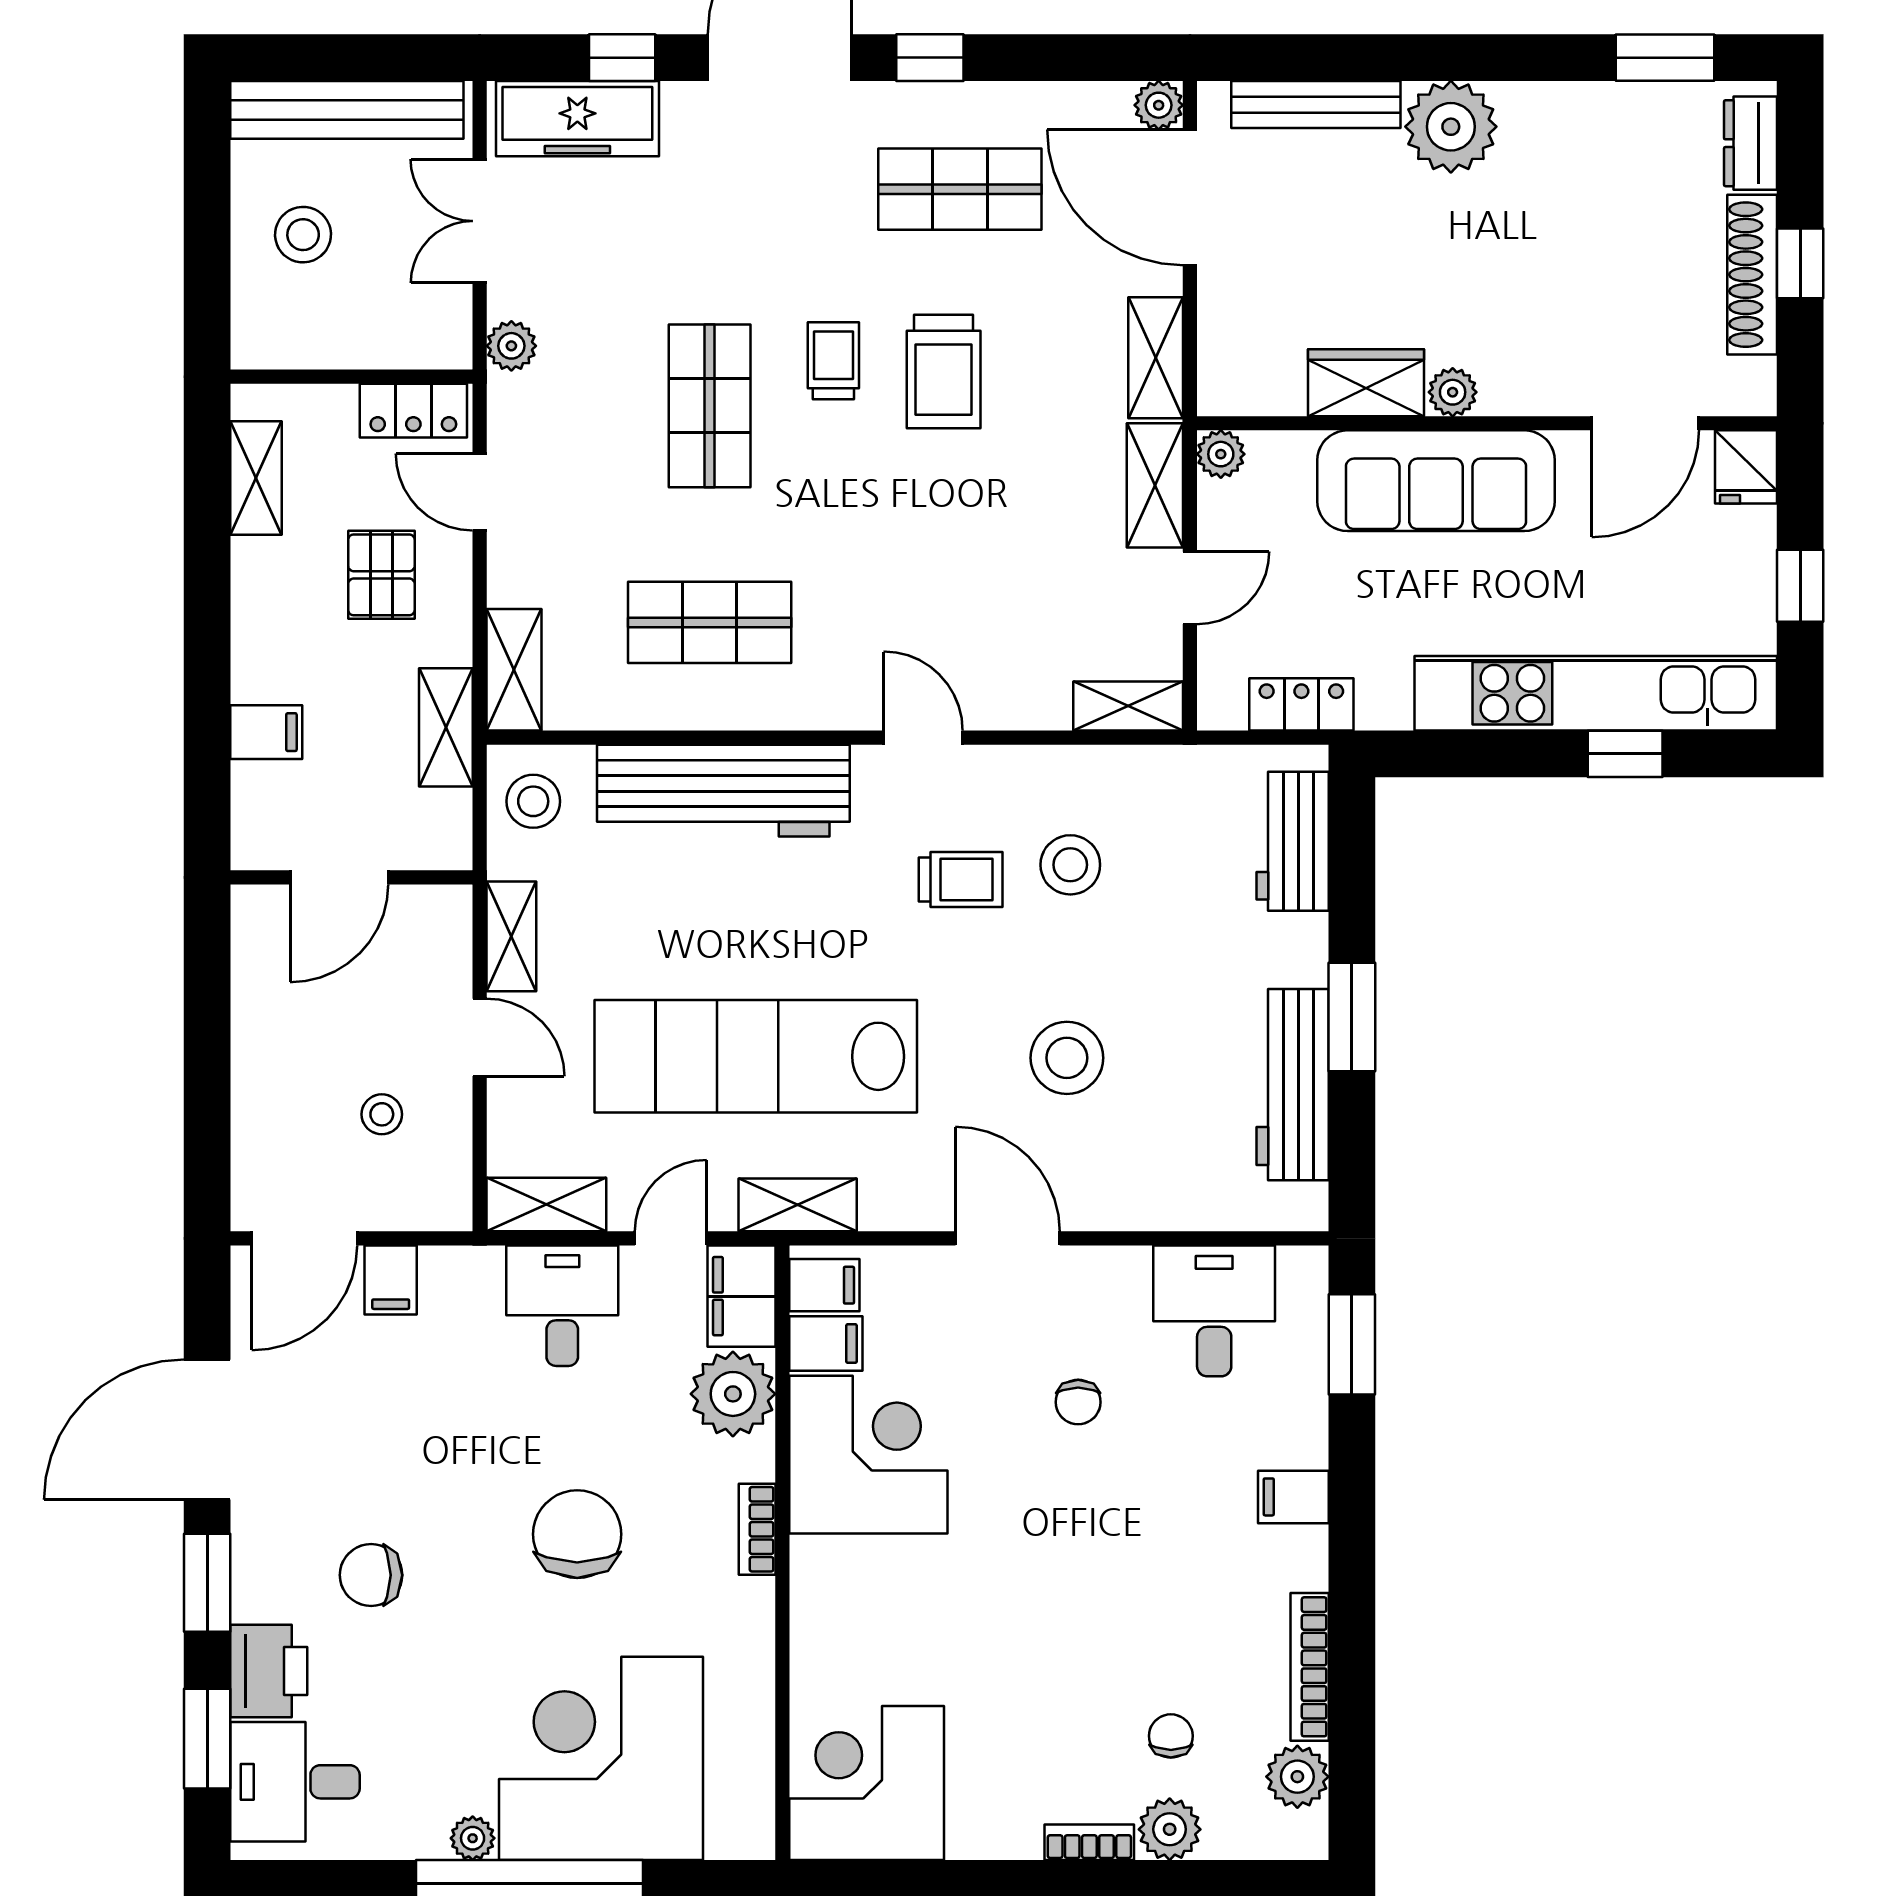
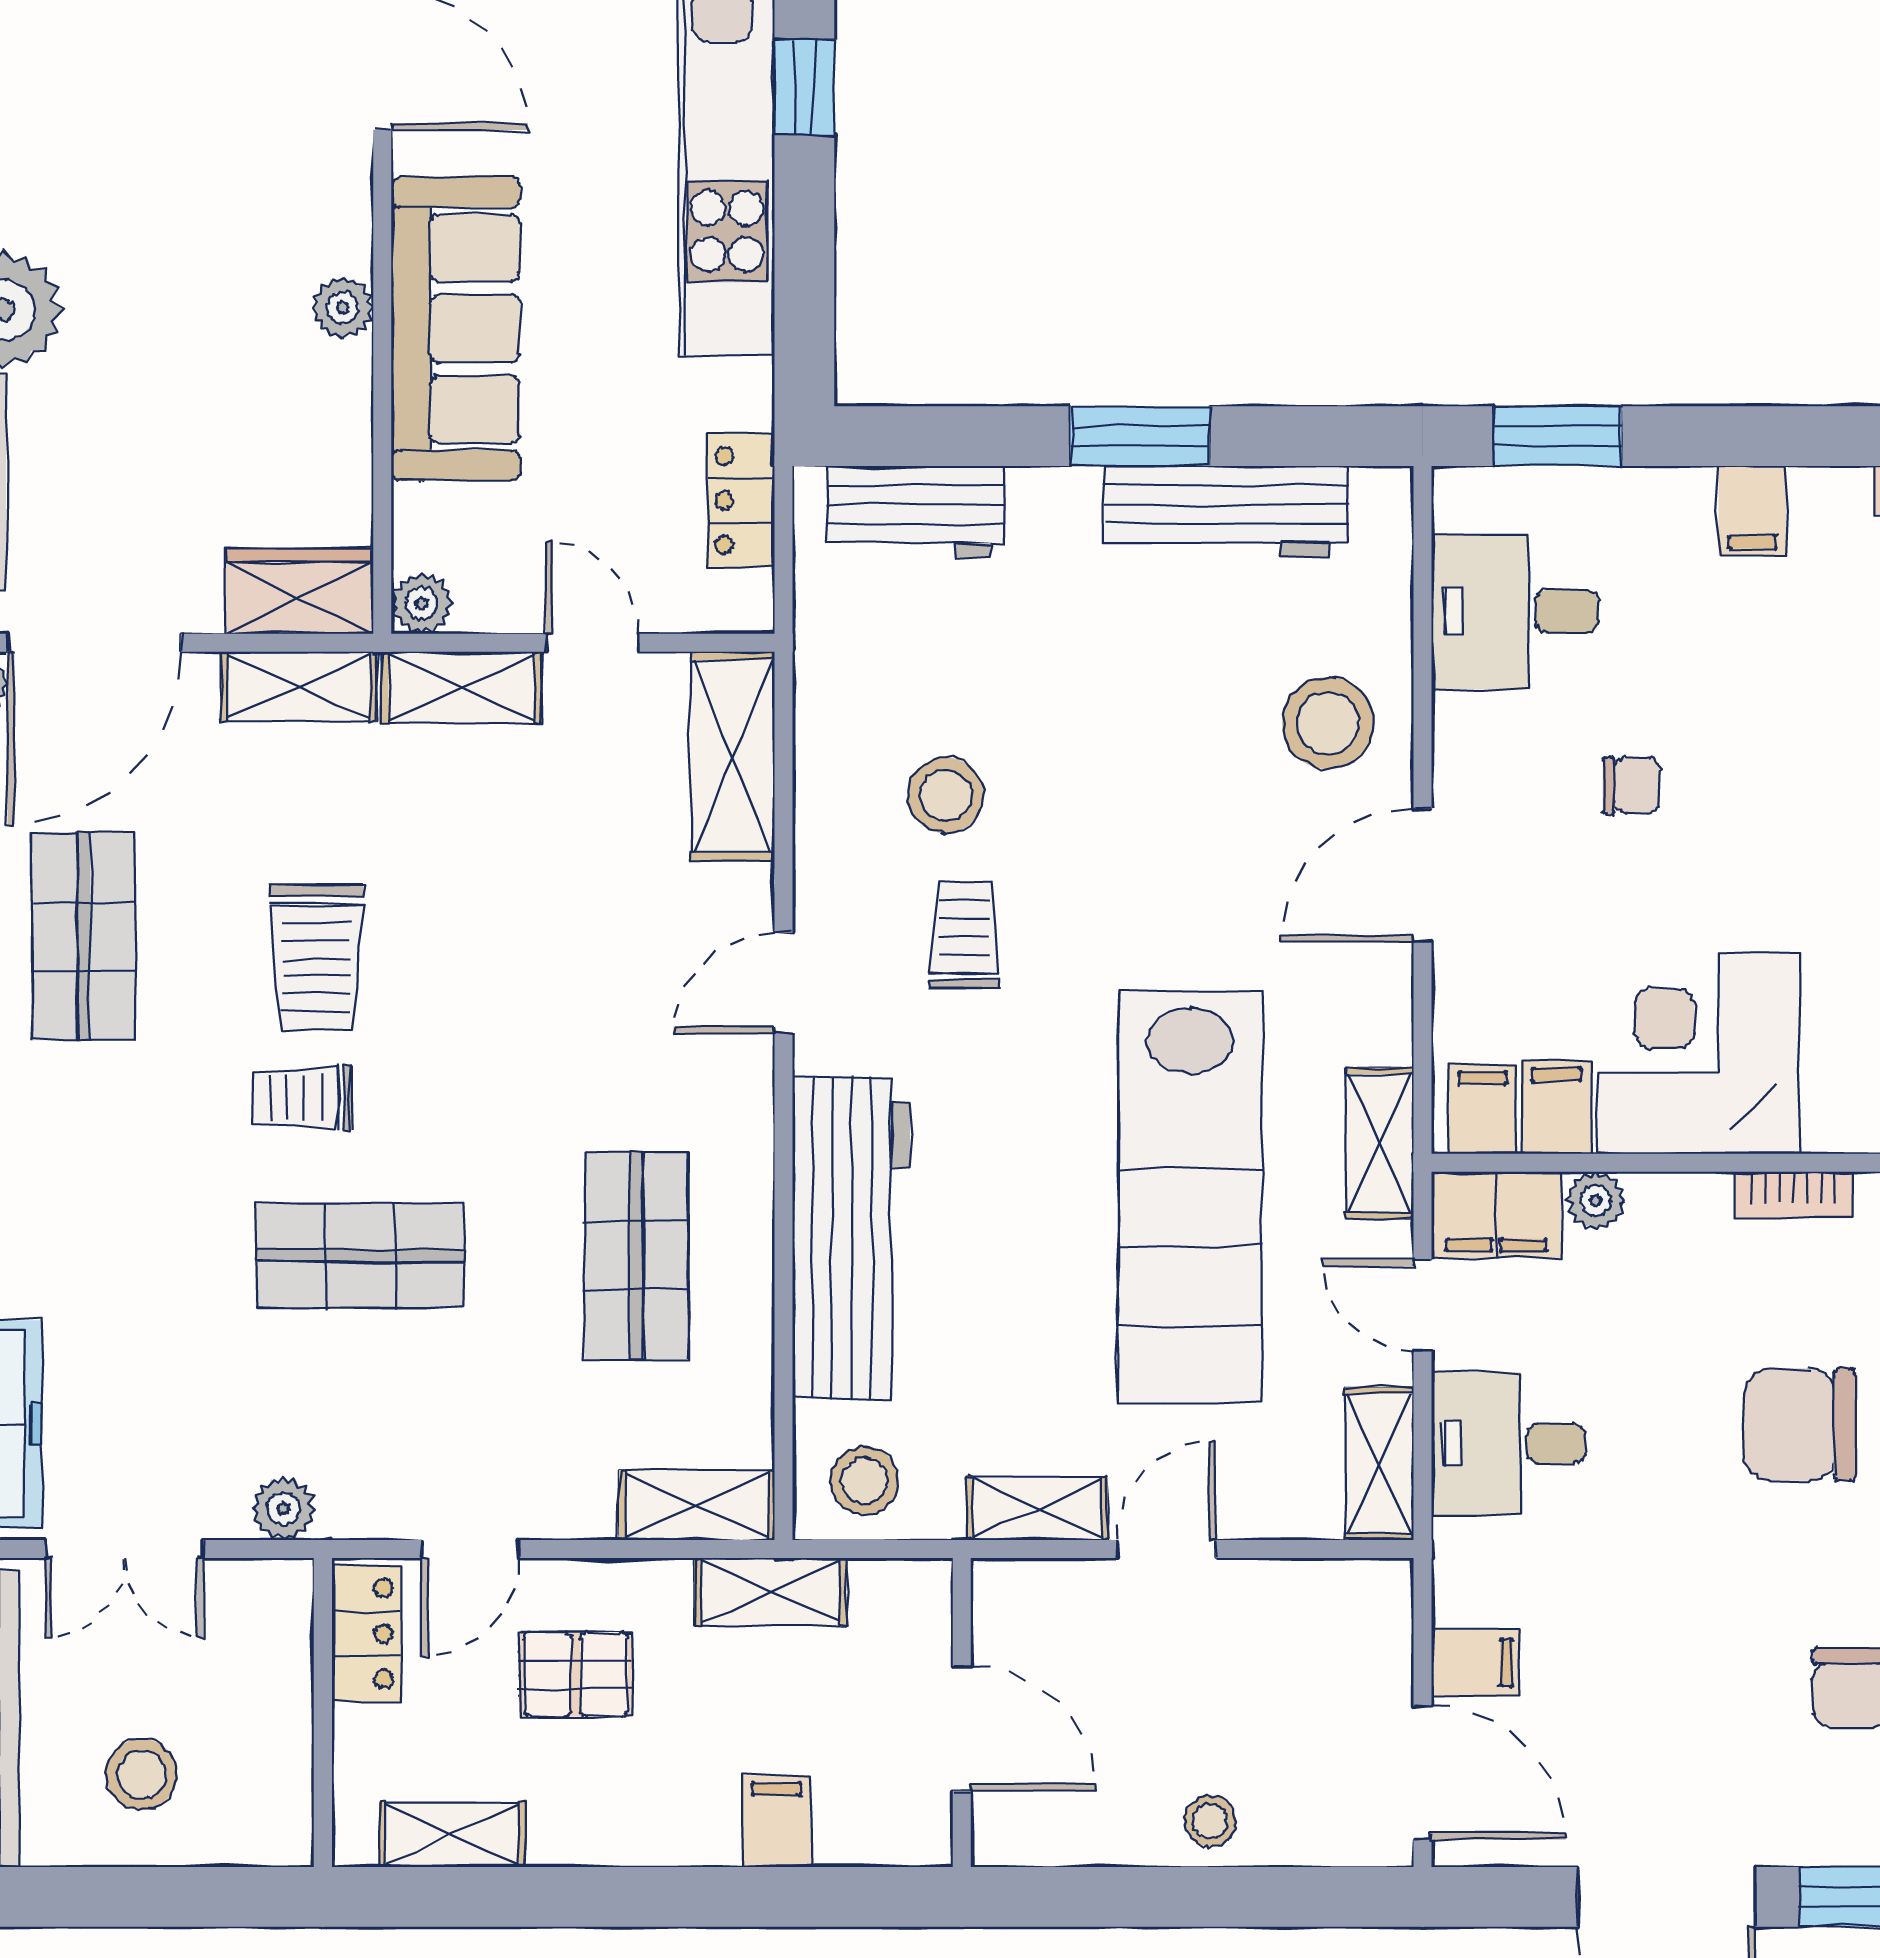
trolley: (944, 372) -> (316, 957), turned 90
wardrobe: (1366, 383) -> (300, 591), moved, turned 90
shelving: (1128, 706) -> (733, 756), width x1.50, depth x1.33
stool: (1067, 1058) -> (1328, 723), moved
stool: (382, 1114) -> (1210, 1821), moved
plant: (733, 1394) -> (1596, 1201), width x0.53, depth x0.53

